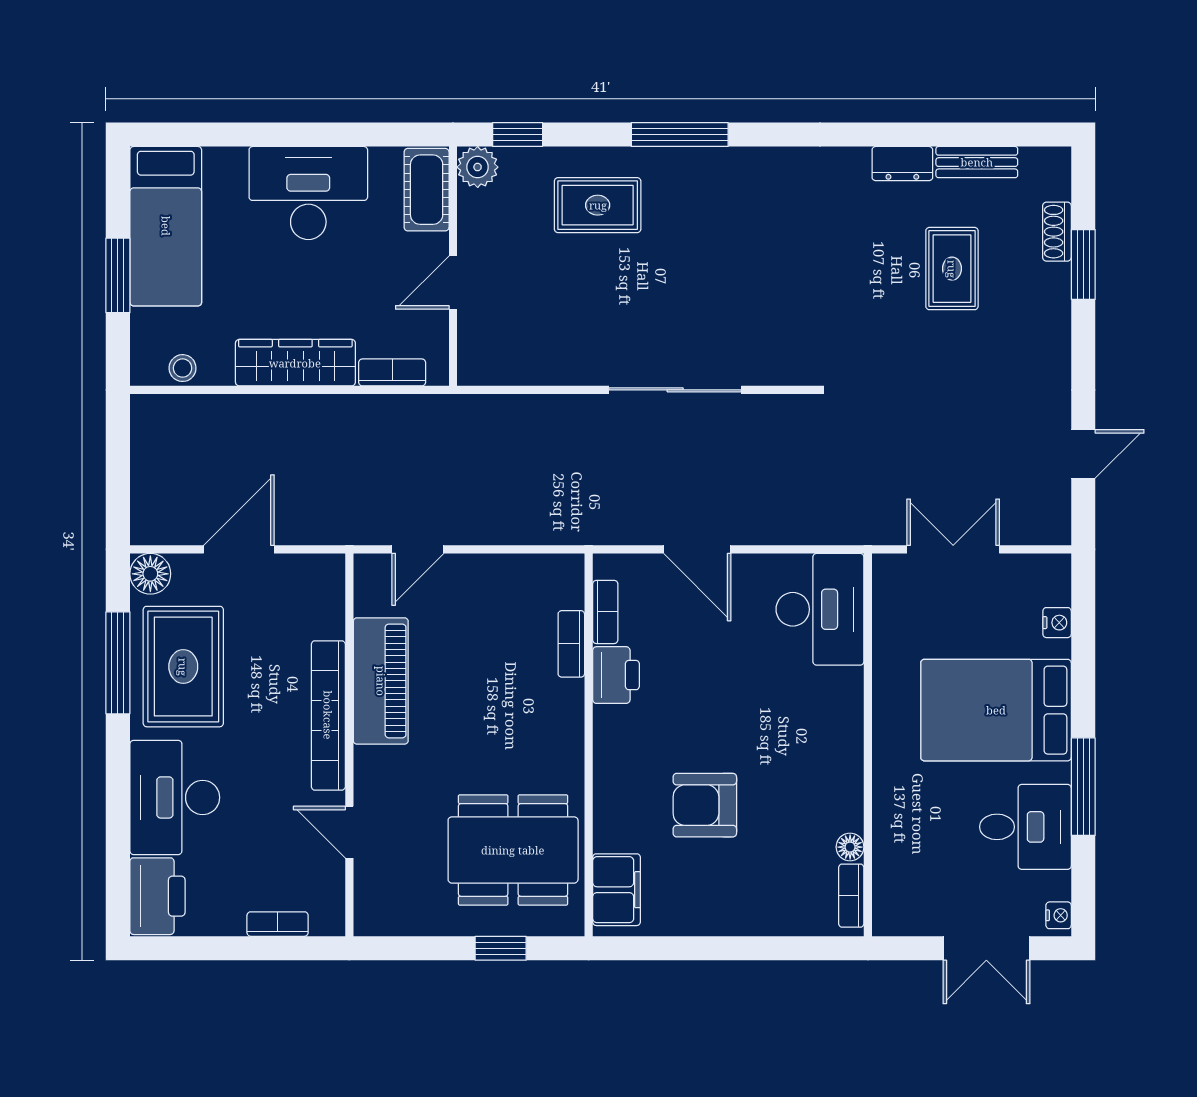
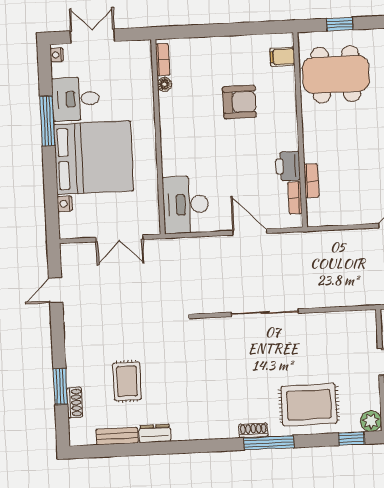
shoe rack: (709, 160) -> (253, 430), added
rug: (598, 205) -> (309, 405), width x1.36, depth x1.43
bed: (996, 710) -> (94, 158), width x1.36
filing cabinet: (617, 890) -> (282, 57), width x0.50

